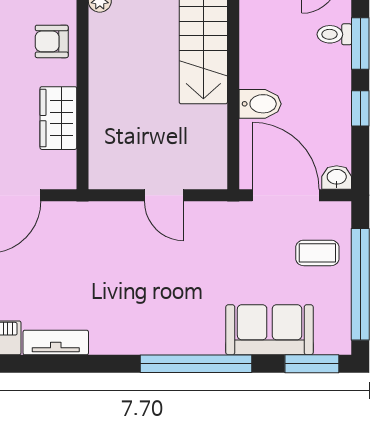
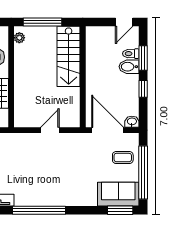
bidet: (260, 104) -> (129, 67), moved, turned 180
door: (164, 195) -> (50, 130), swing flipped
sofa: (270, 330) -> (118, 194), moved
window: (196, 364) -> (39, 210), moved

